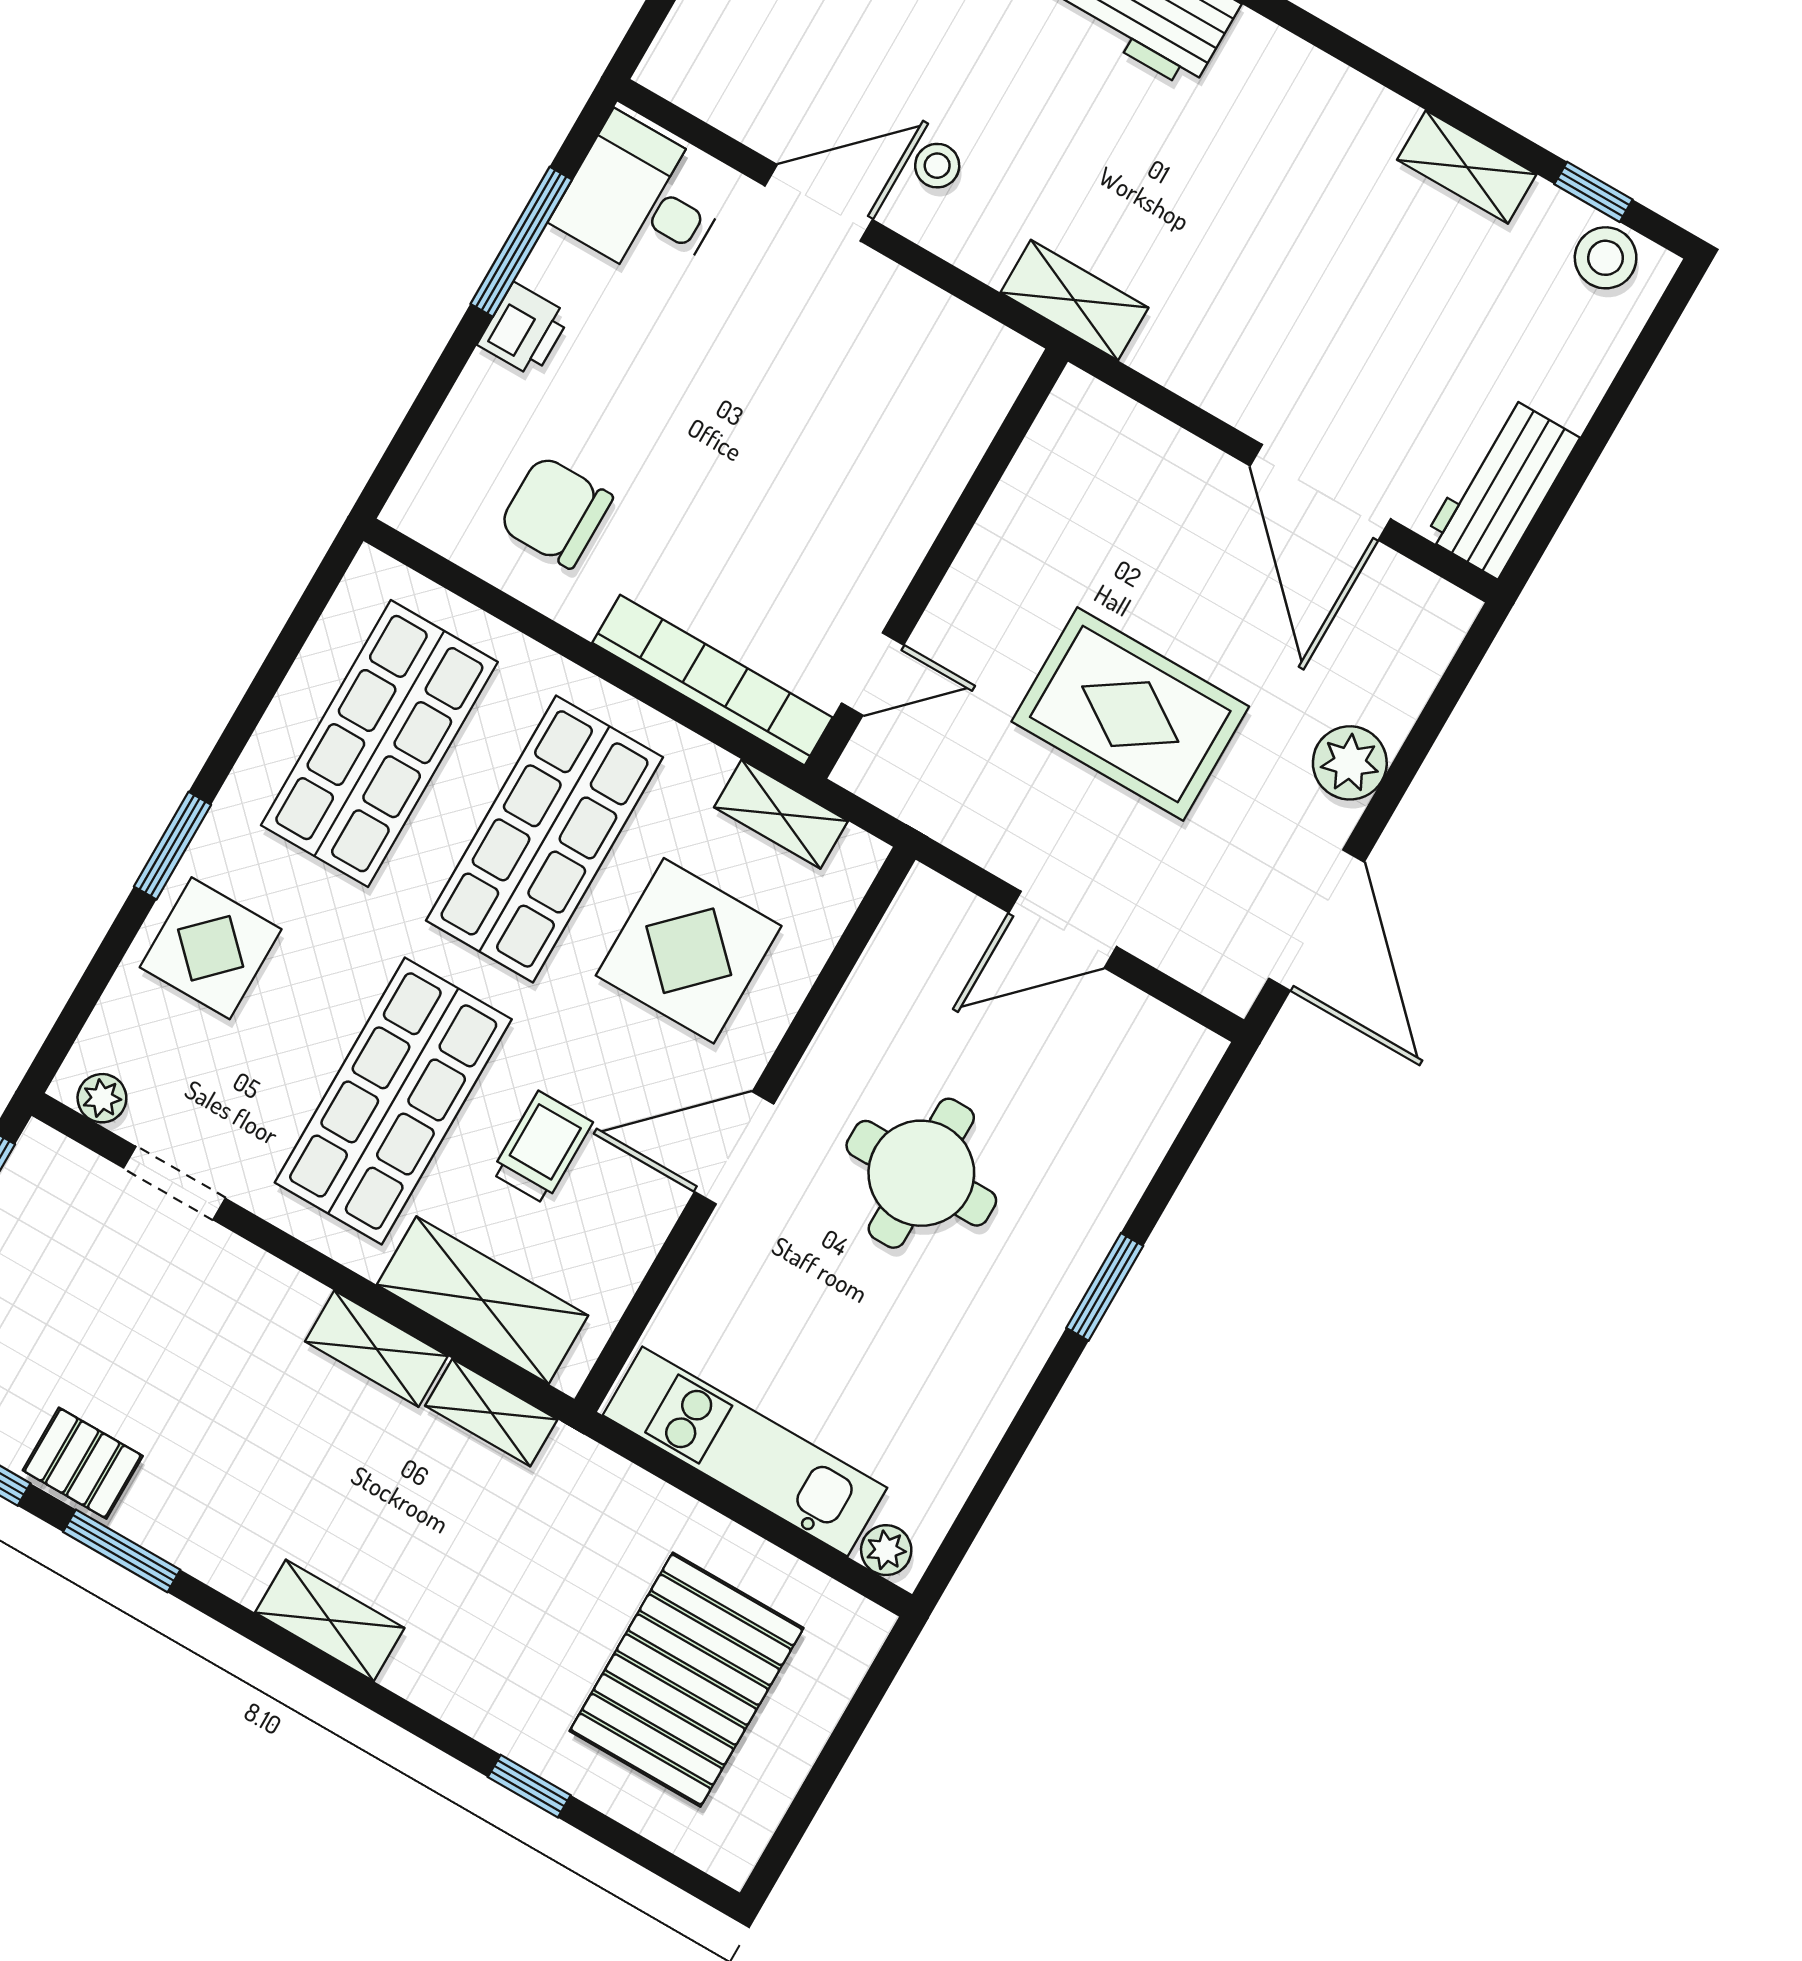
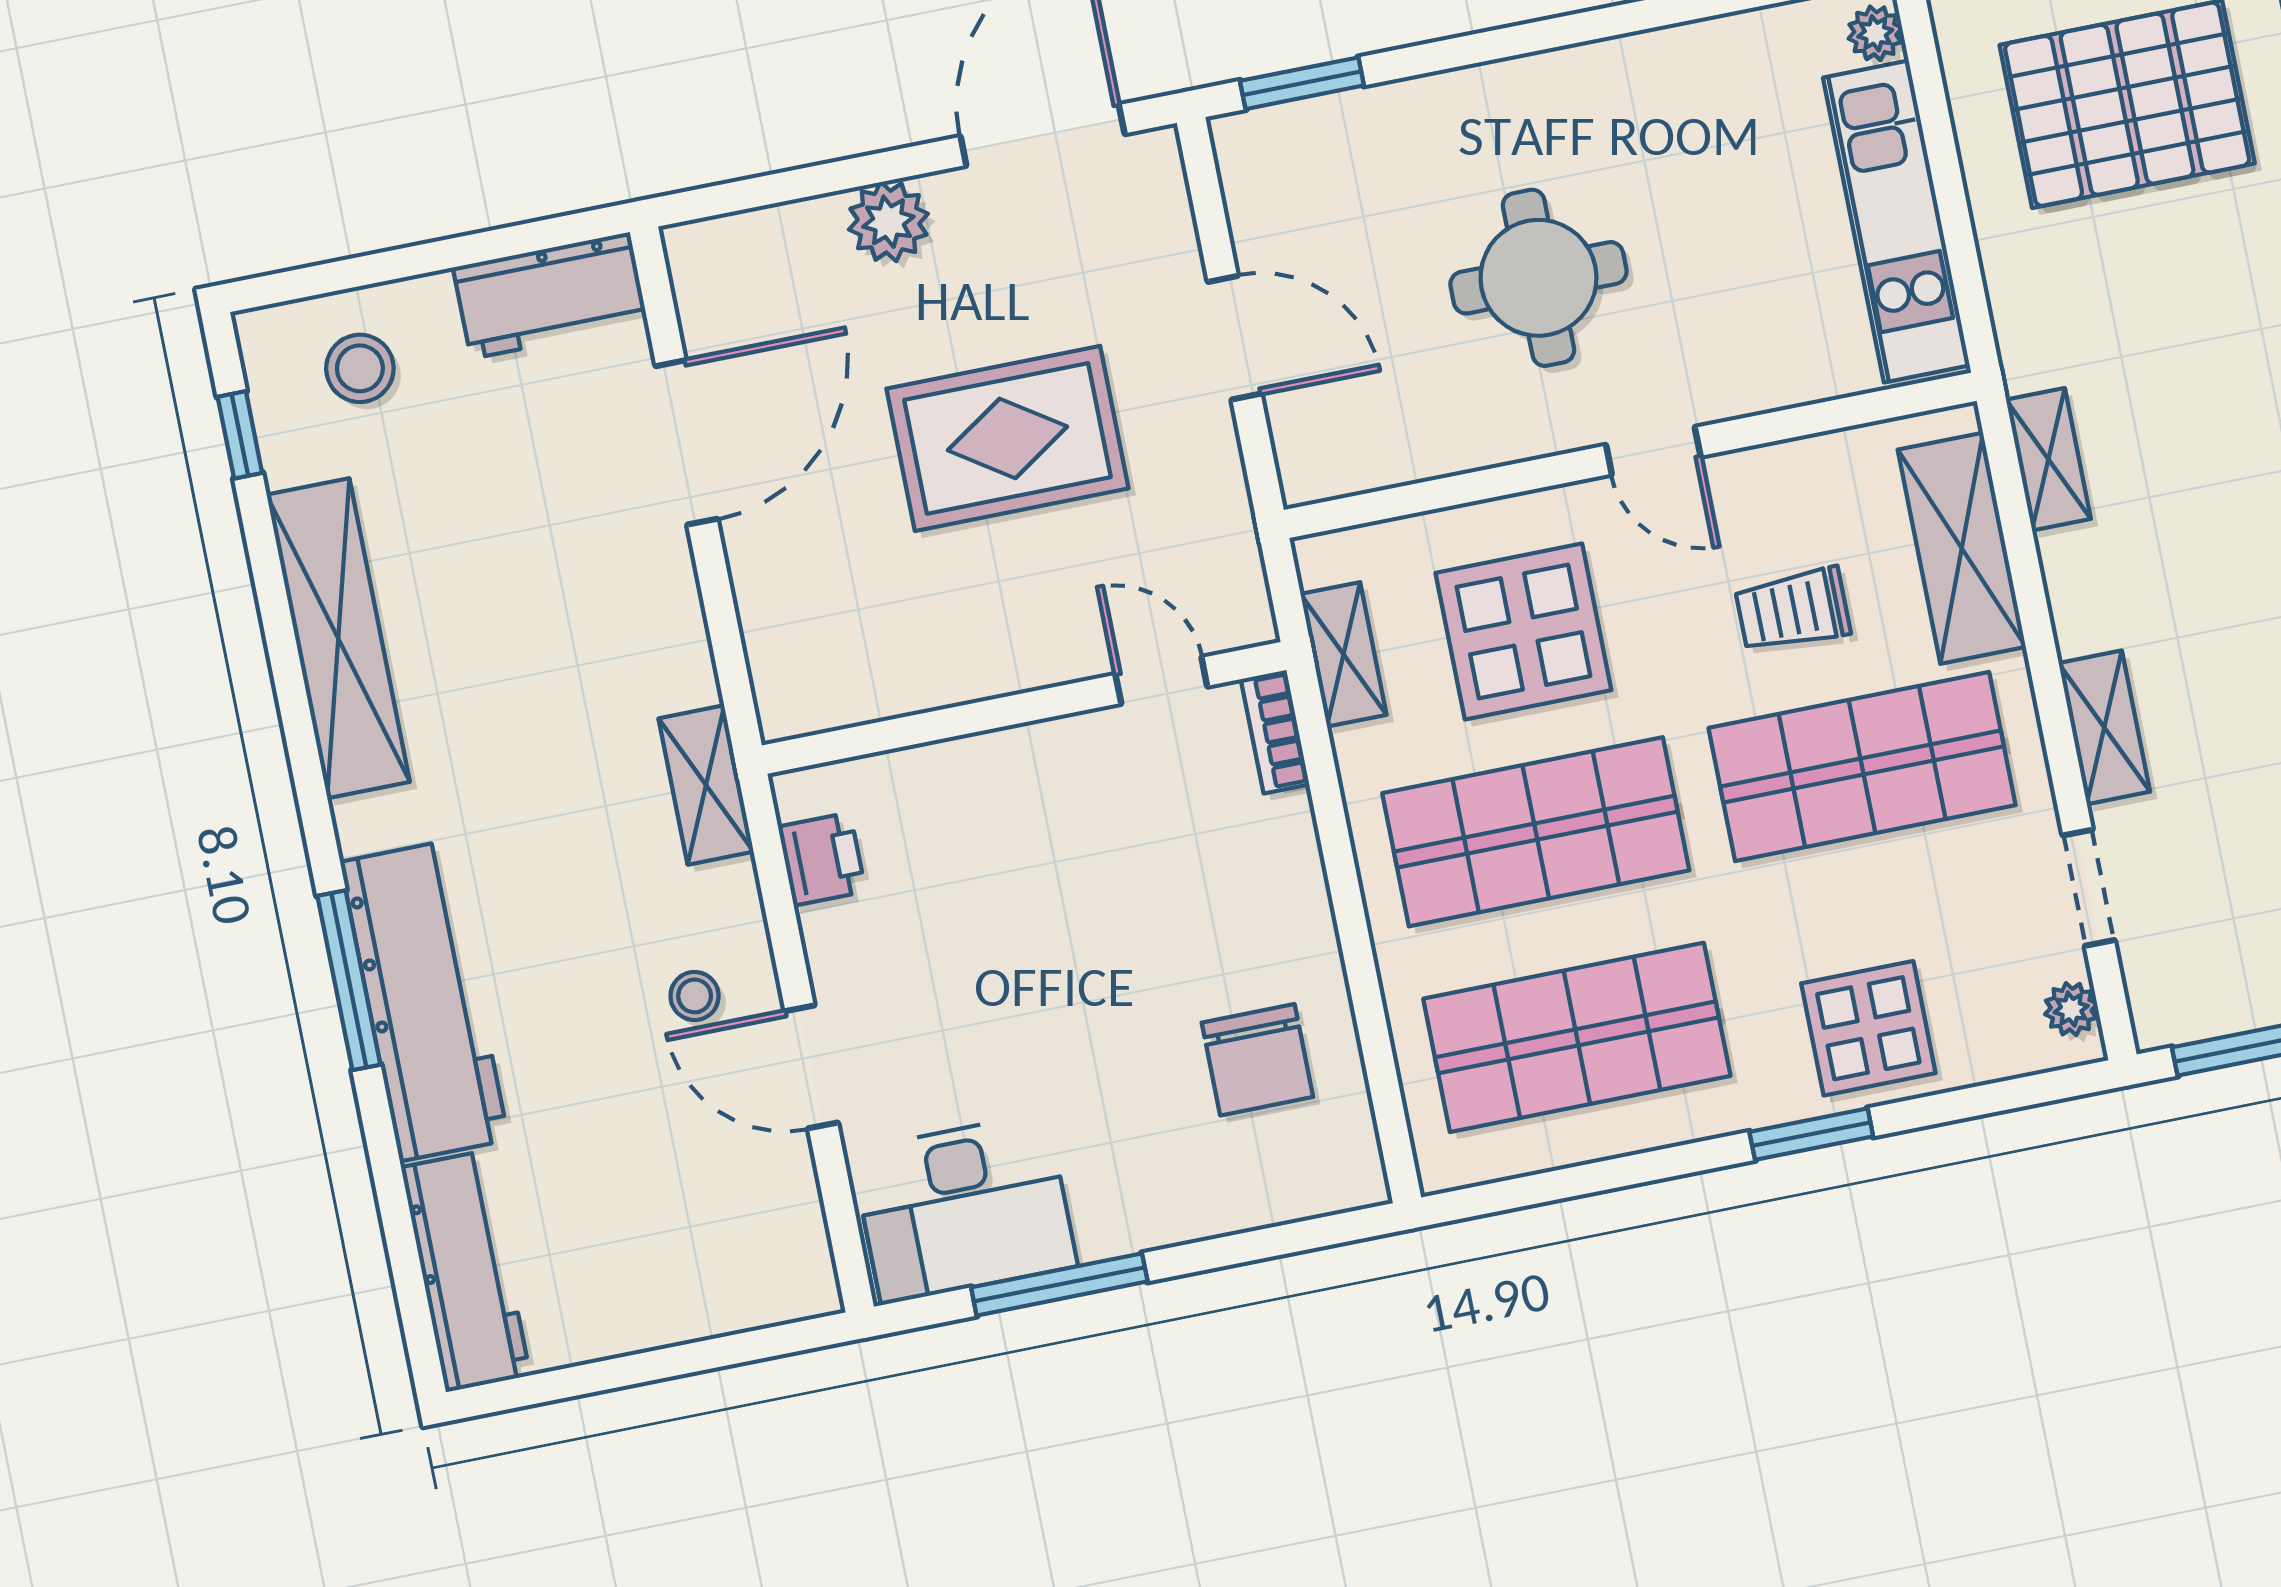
shelving: (1467, 167) -> (338, 638), width x2.20, depth x1.33
desk: (643, 201) -> (964, 1208), width x1.37
stool: (1606, 258) -> (360, 368), moved
printer: (524, 330) -> (822, 859), moved, turned 90
bookcase: (712, 680) -> (1275, 732), width x0.43, depth x0.76
rug: (1130, 714) -> (1007, 438), turned 90
door: (734, 1148) -> (1653, 451), width x0.73
window: (1105, 1287) -> (1302, 83), moved
shelving: (376, 1349) -> (2104, 727), moved

